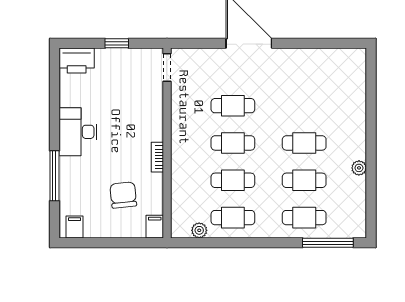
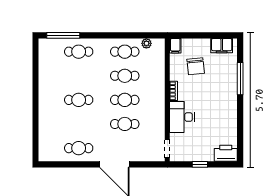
desk: (78, 132) -> (182, 117), moved, turned 180
plant: (359, 168) -> (43, 84), removed
cafe table: (304, 180) -> (79, 148), moved
filing cabinet: (75, 227) -> (222, 46), width x2.00

